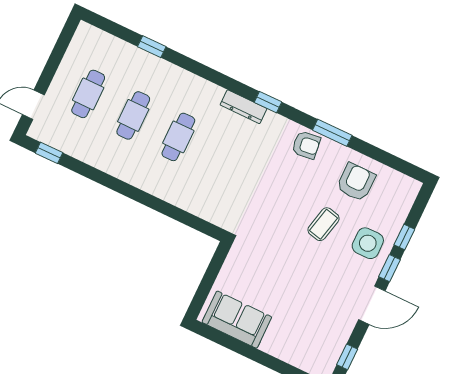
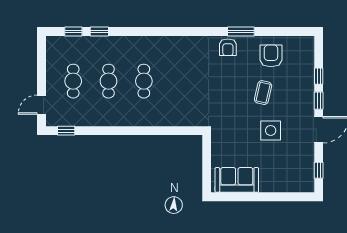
window: (268, 102) -> (73, 32), moved
dresser: (244, 107) -> (176, 42), removed
armchair: (306, 145) -> (228, 47), turned 97
side table: (368, 243) -> (271, 130), moved

